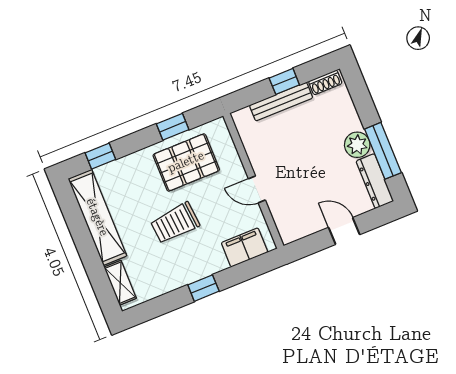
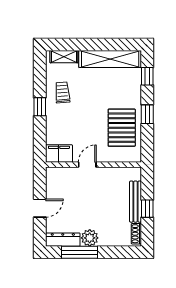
window: (173, 127) -> (147, 114), moved
trolley: (175, 223) -> (62, 92), moved, width x0.73, depth x0.72
filing cabinet: (245, 247) -> (59, 154), moved, turned -90

